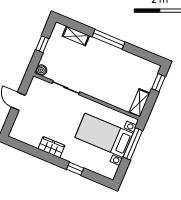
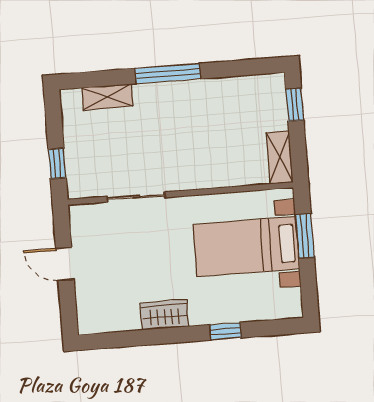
window: (42, 44) -> (57, 164), moved
boiler: (41, 70) -> (77, 188), removed
window: (133, 144) -> (305, 236), width x0.69

